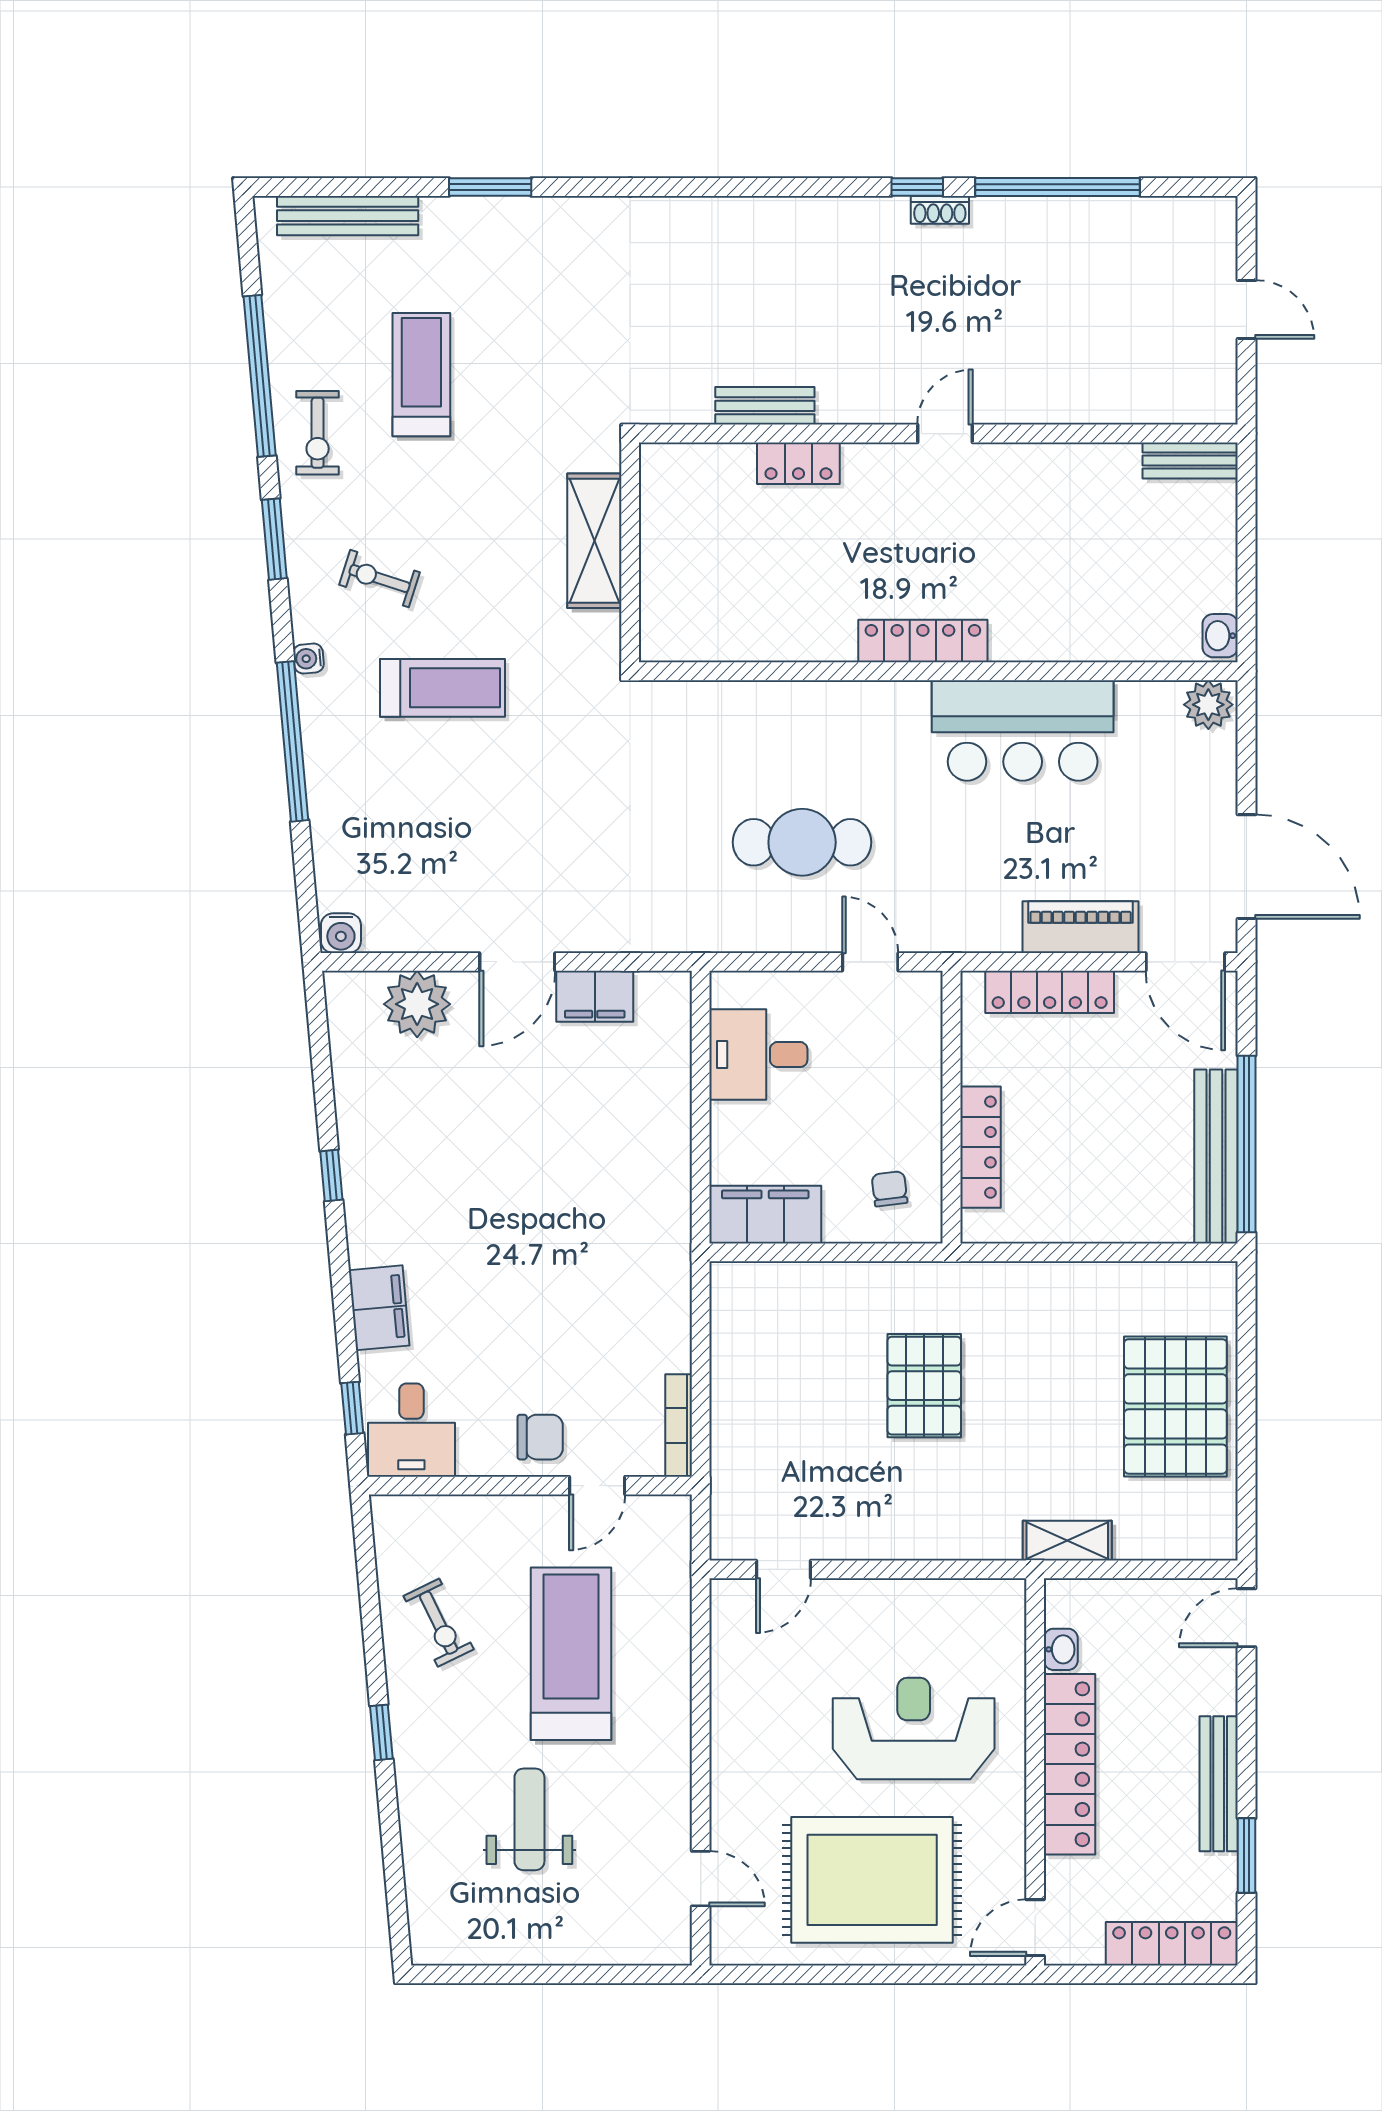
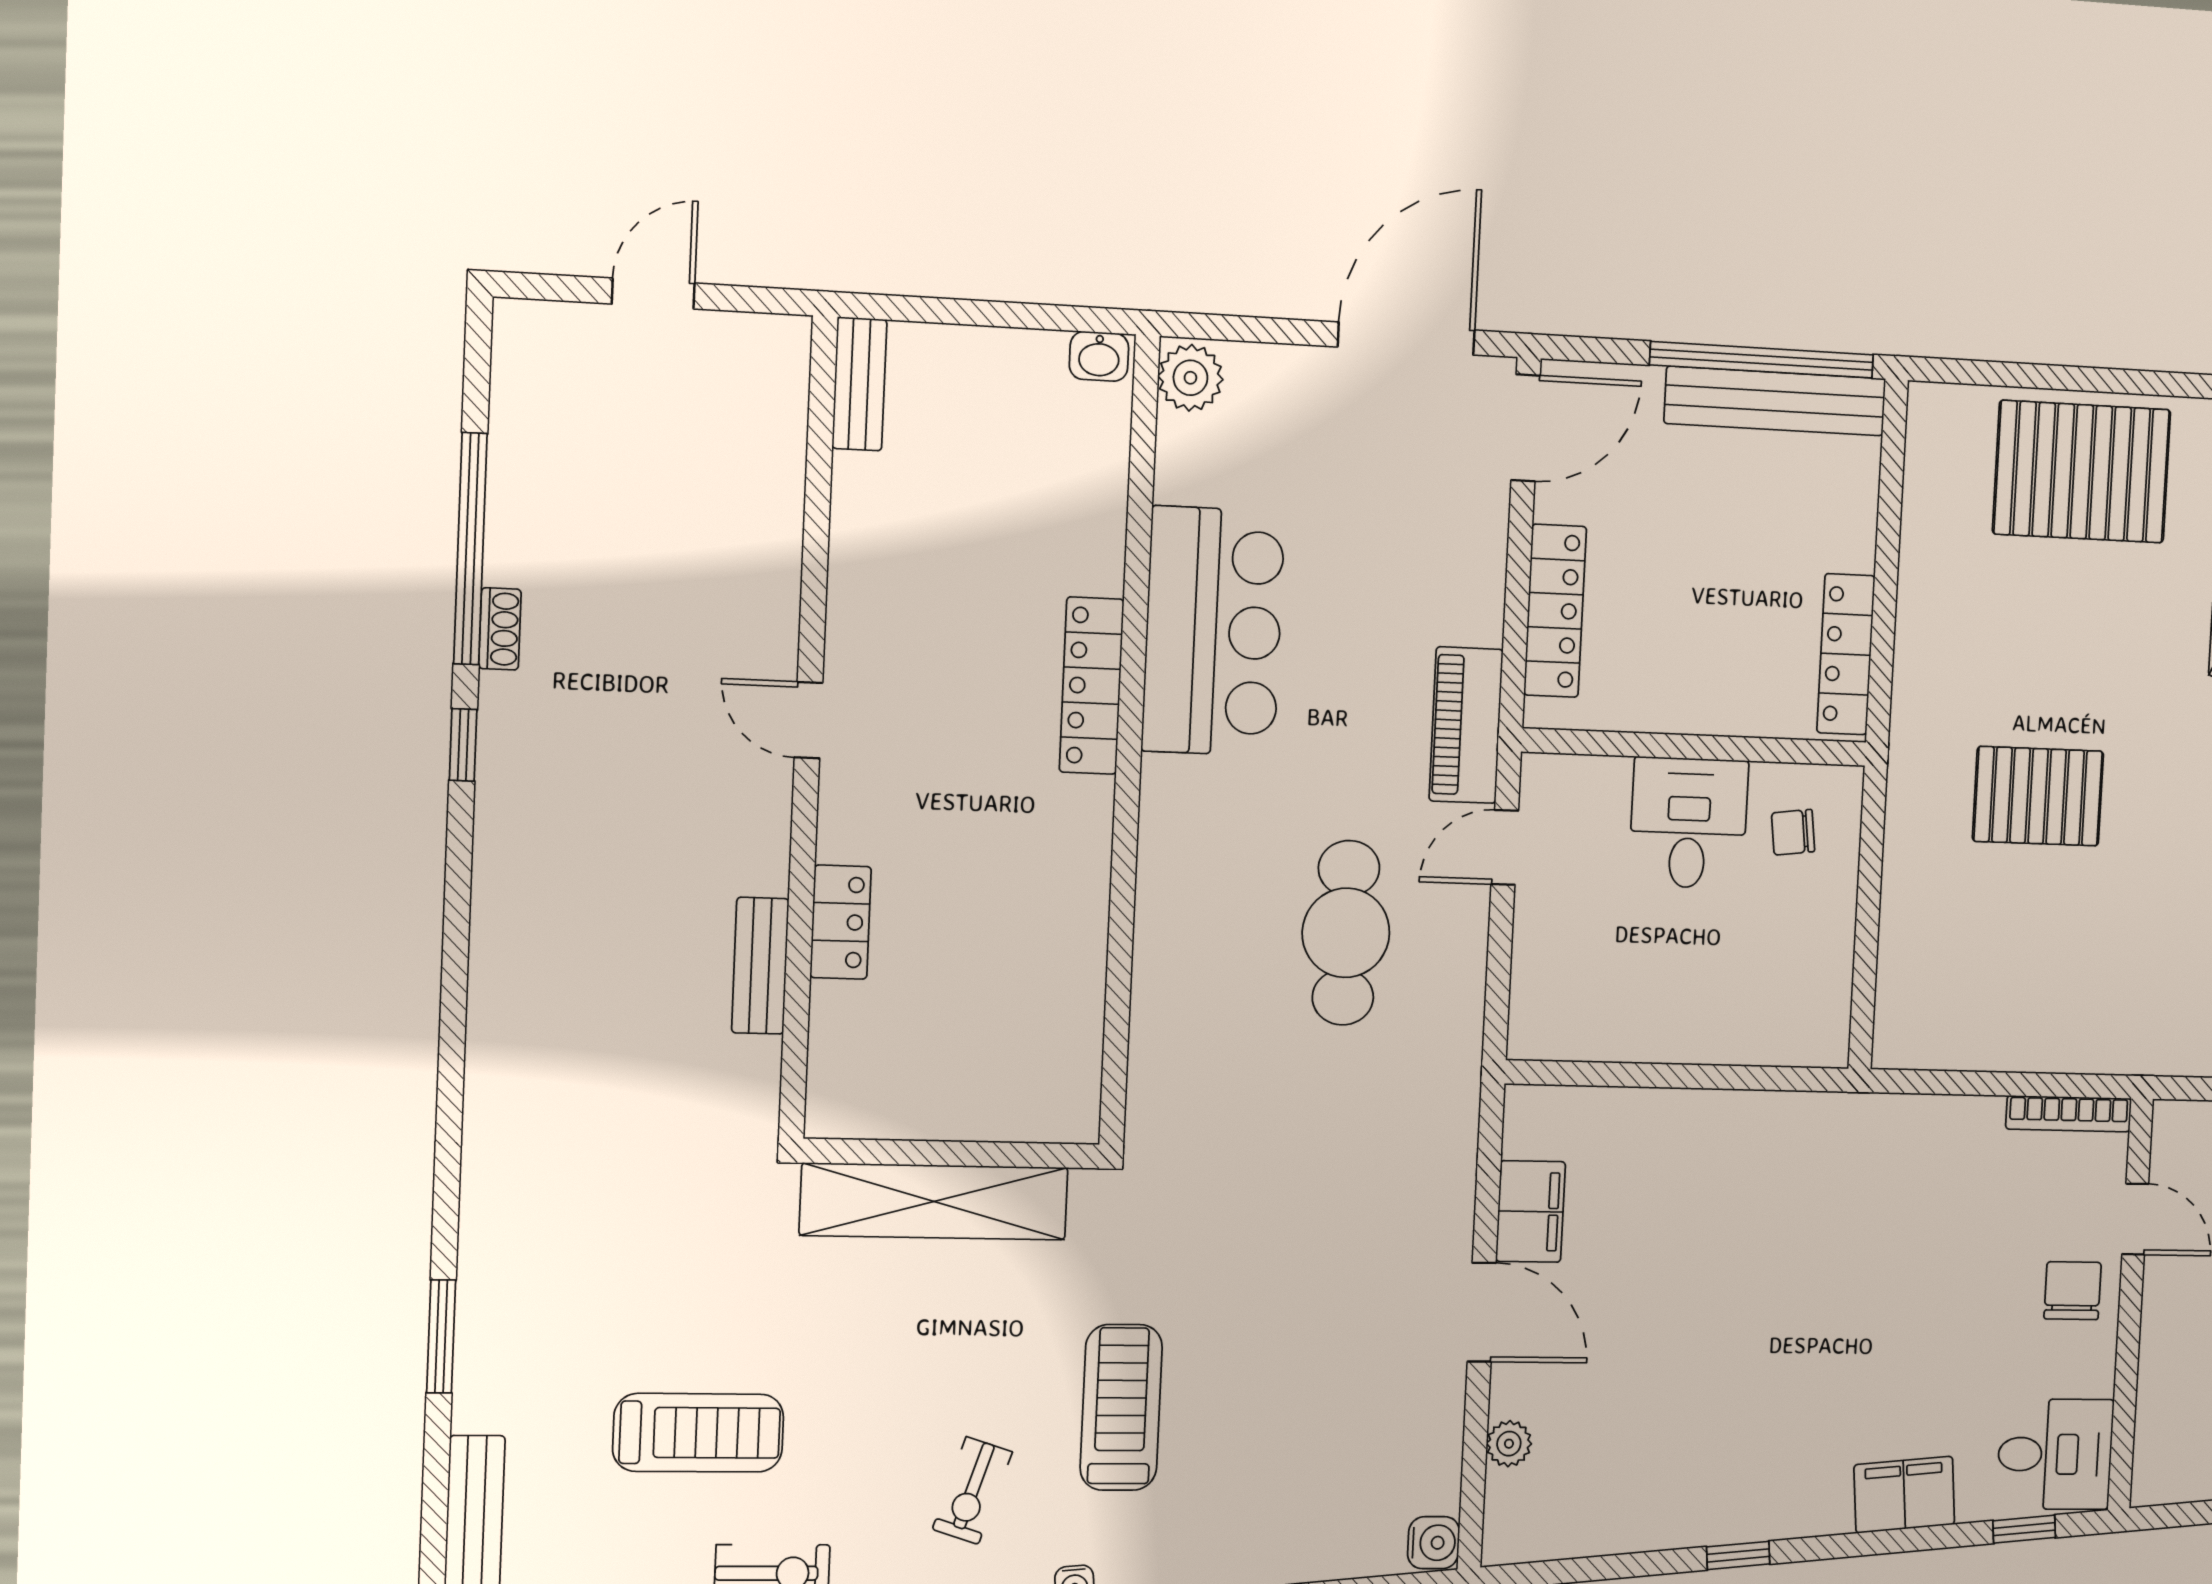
shoe rack: (940, 210) -> (500, 629), moved
treadmill: (421, 375) -> (698, 1433), turned 180
shelving: (594, 541) -> (934, 1201), width x1.47
locker: (923, 641) -> (1092, 686), moved
piano: (1081, 927) -> (1466, 725), moved
plant: (417, 1004) -> (1509, 1444), width x0.53, depth x0.53
desk: (758, 1055) -> (1689, 823), moved, turned 180
locker: (980, 1147) -> (1846, 654), moved, turned -90
filing cabinet: (765, 1215) -> (1817, 995), removed

